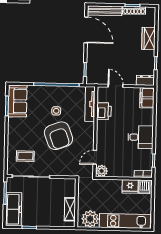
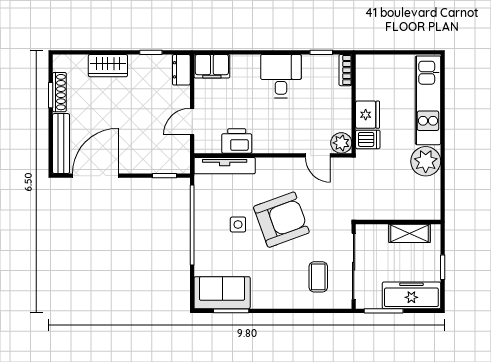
fridge: (130, 187) -> (368, 115), moved
dishwasher: (144, 187) -> (368, 139), moved
wall: (77, 203) -> (398, 222), moved
shelving: (70, 209) -> (410, 233), moved

